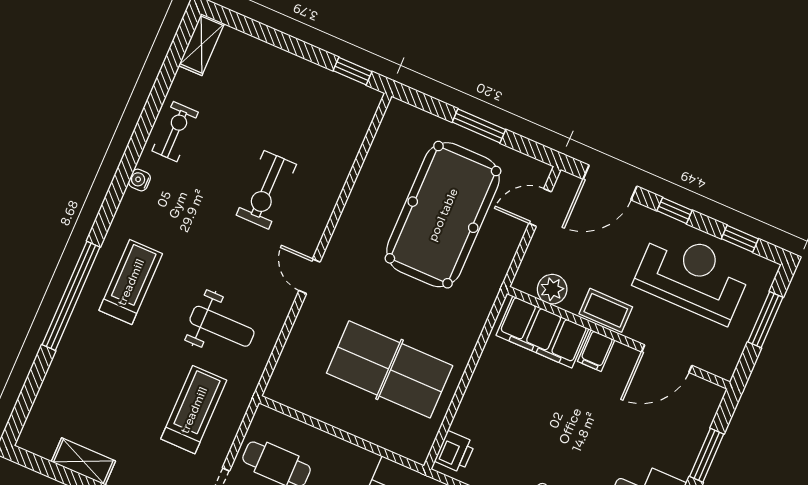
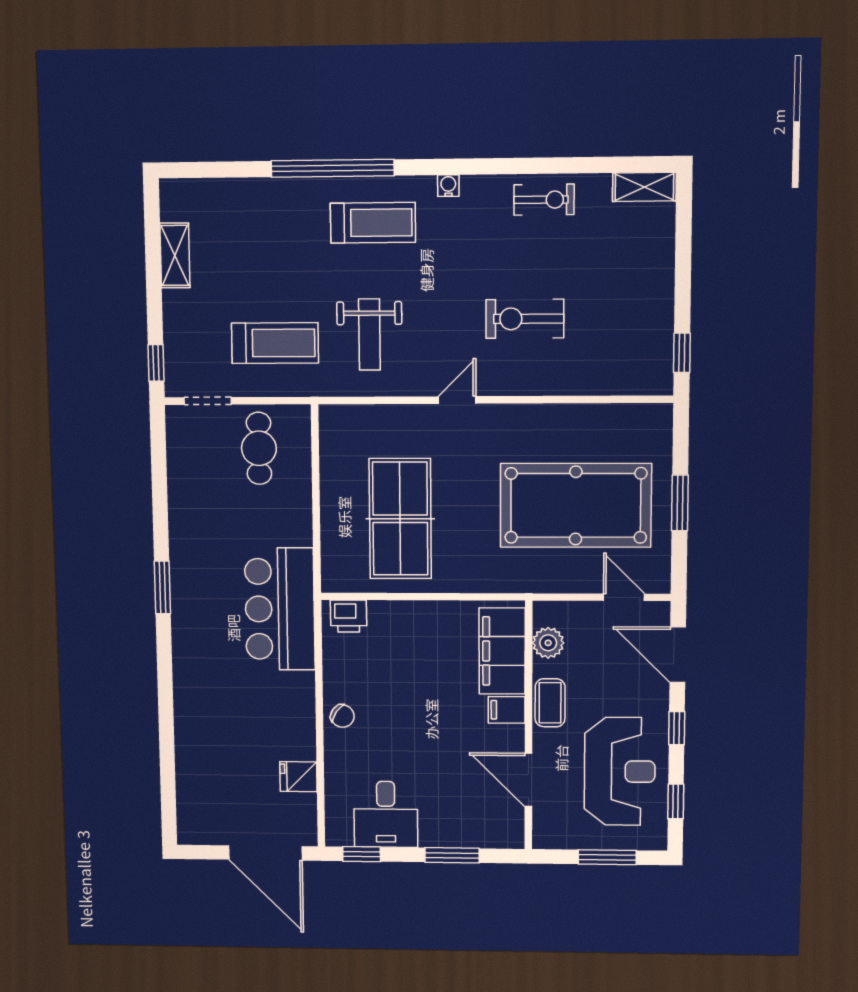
water cooler: (139, 180) -> (448, 186), moved

